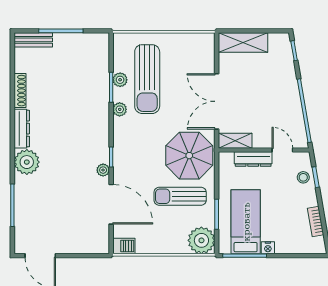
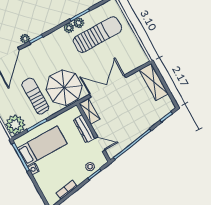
sun lounger: (147, 79) -> (97, 35), turned 180
plant: (120, 80) -> (79, 23), moved
door: (282, 150) -> (100, 144), hinge flipped

